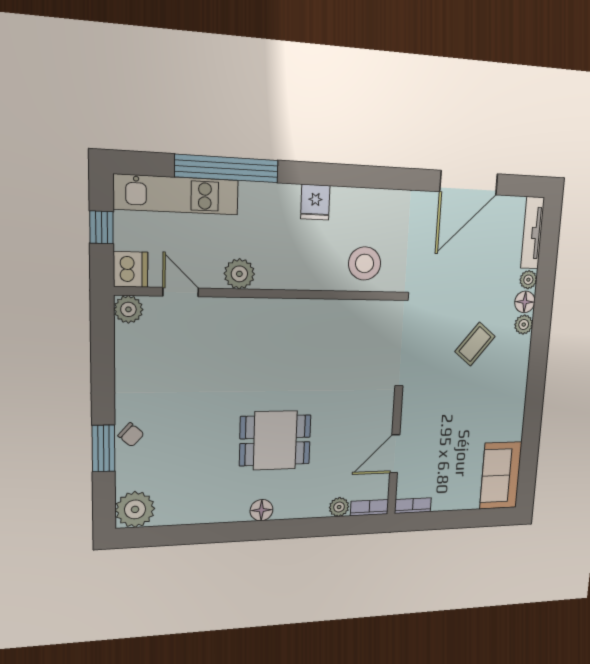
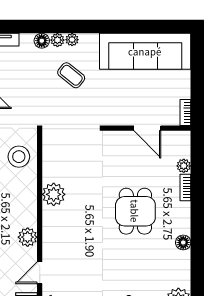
plant: (528, 280) -> (72, 40), moved
plant: (305, 316) -> (54, 194), added
sofa: (501, 475) -> (145, 51), width x1.85, depth x1.27
bookcase: (370, 508) -> (185, 187), moved
floor lamp: (261, 510) -> (183, 242), moved

